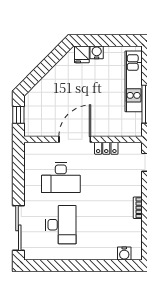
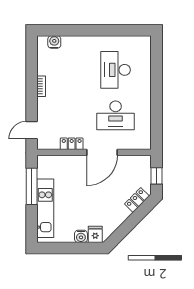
locker: (39, 90) -> (137, 200), added
desk: (61, 178) -> (116, 115), turned 180
sliding door: (18, 228) -> (157, 67), removed

